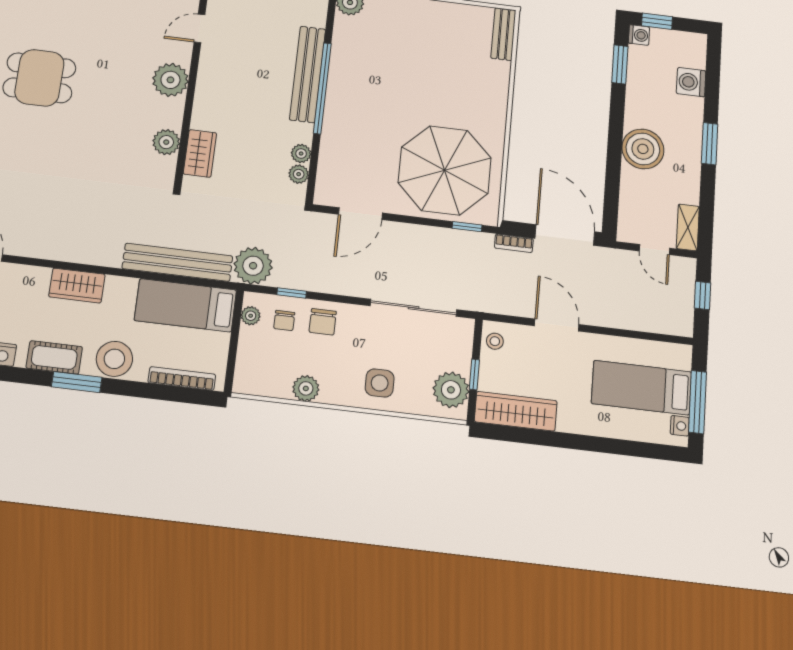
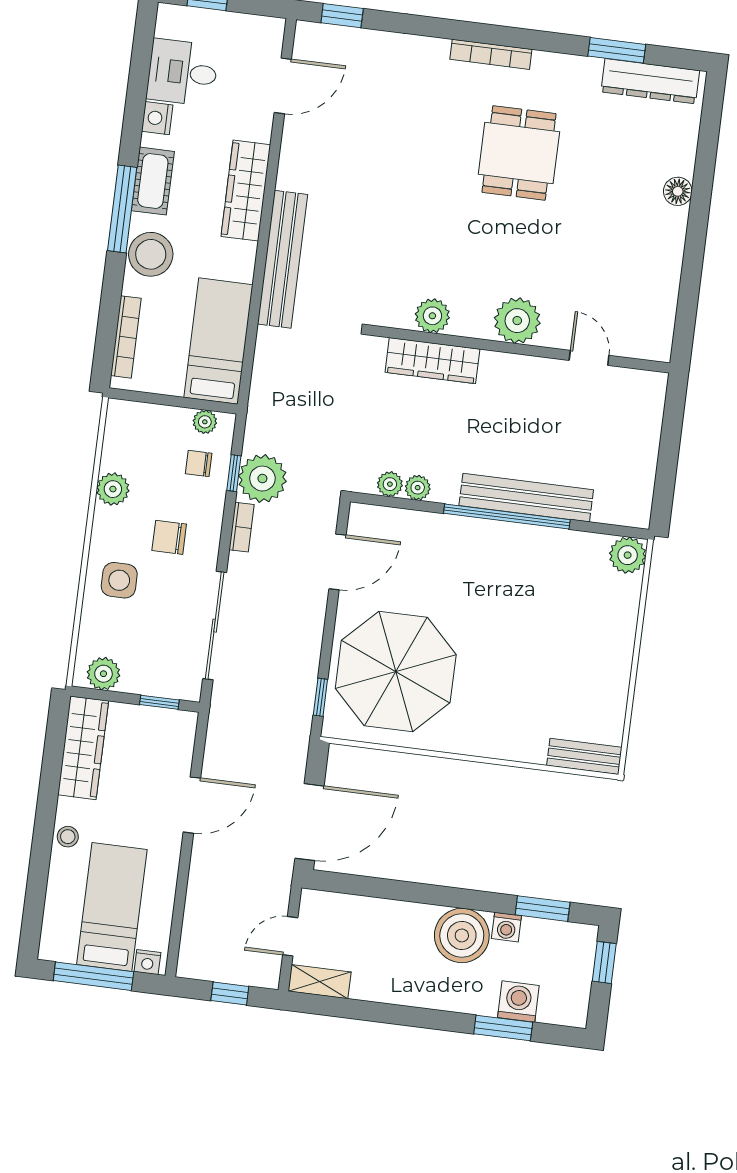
washing machine: (639, 35) -> (506, 927), moved
window: (710, 144) -> (503, 1028), moved
boiler: (643, 149) -> (462, 935), moved
wardrobe: (200, 153) -> (432, 361), width x1.50
door: (360, 214) -> (337, 562), swing flipped
bookcase: (514, 243) -> (242, 527), moved, turned 180
bench: (177, 262) -> (283, 259), moved
plant: (253, 266) -> (262, 479), moved
wardrobe: (77, 286) -> (246, 191), width x1.50
chair: (323, 322) -> (169, 537), moved
stool: (495, 341) -> (68, 837), moved
window: (474, 374) -> (159, 702), moved
window: (77, 382) -> (122, 209), width x1.44
plant: (451, 390) -> (103, 674), width x0.73, depth x0.73
nightstand: (680, 426) -> (147, 962), moved

